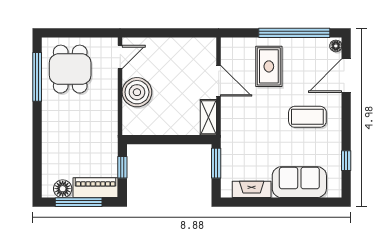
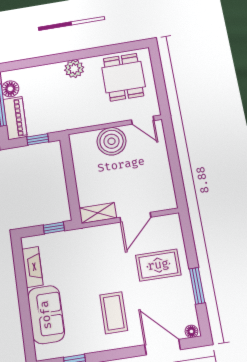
window: (294, 33) -> (197, 286), width x0.47
dining table: (70, 69) -> (123, 77), turned 90
window: (37, 77) -> (111, 49), removed
plant: (52, 119) -> (74, 69), added
window: (216, 163) -> (54, 228), width x0.67

